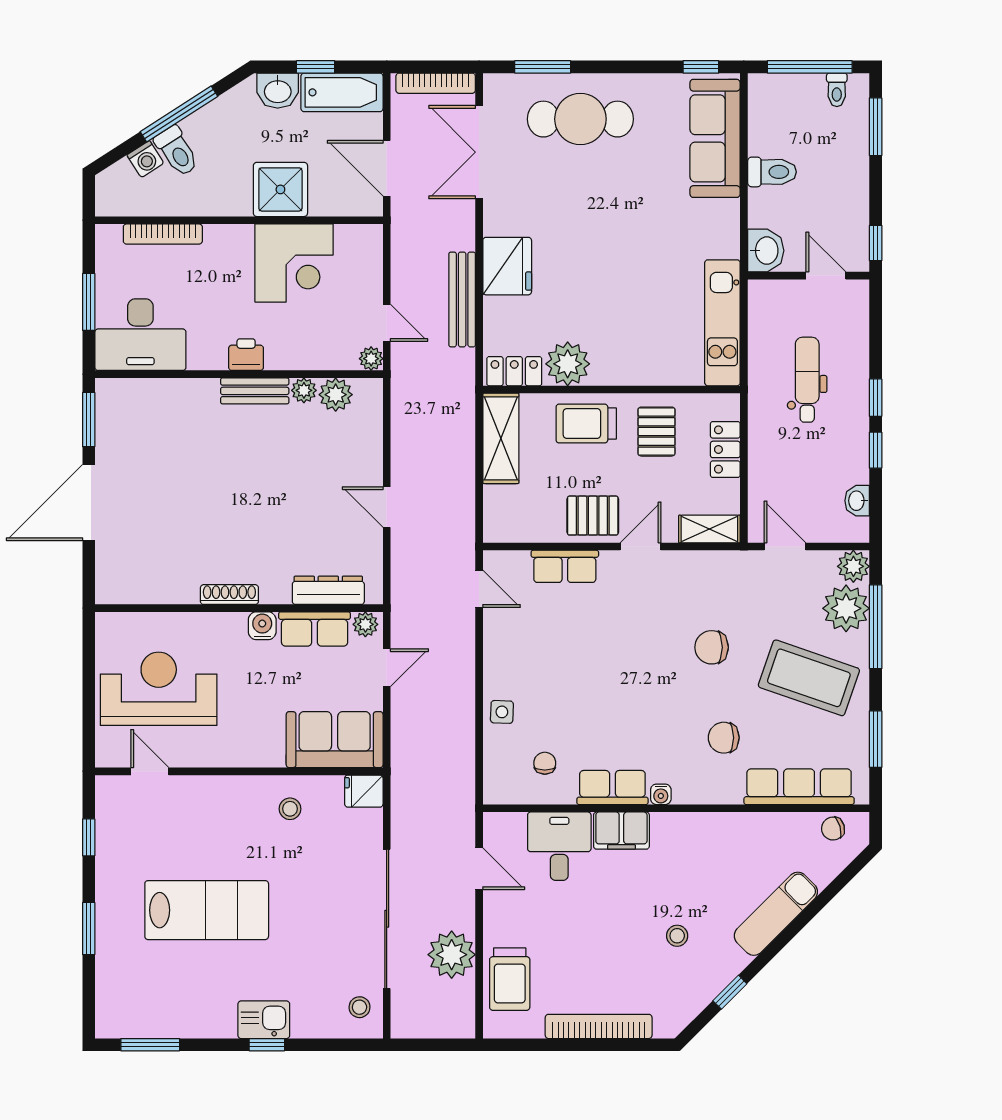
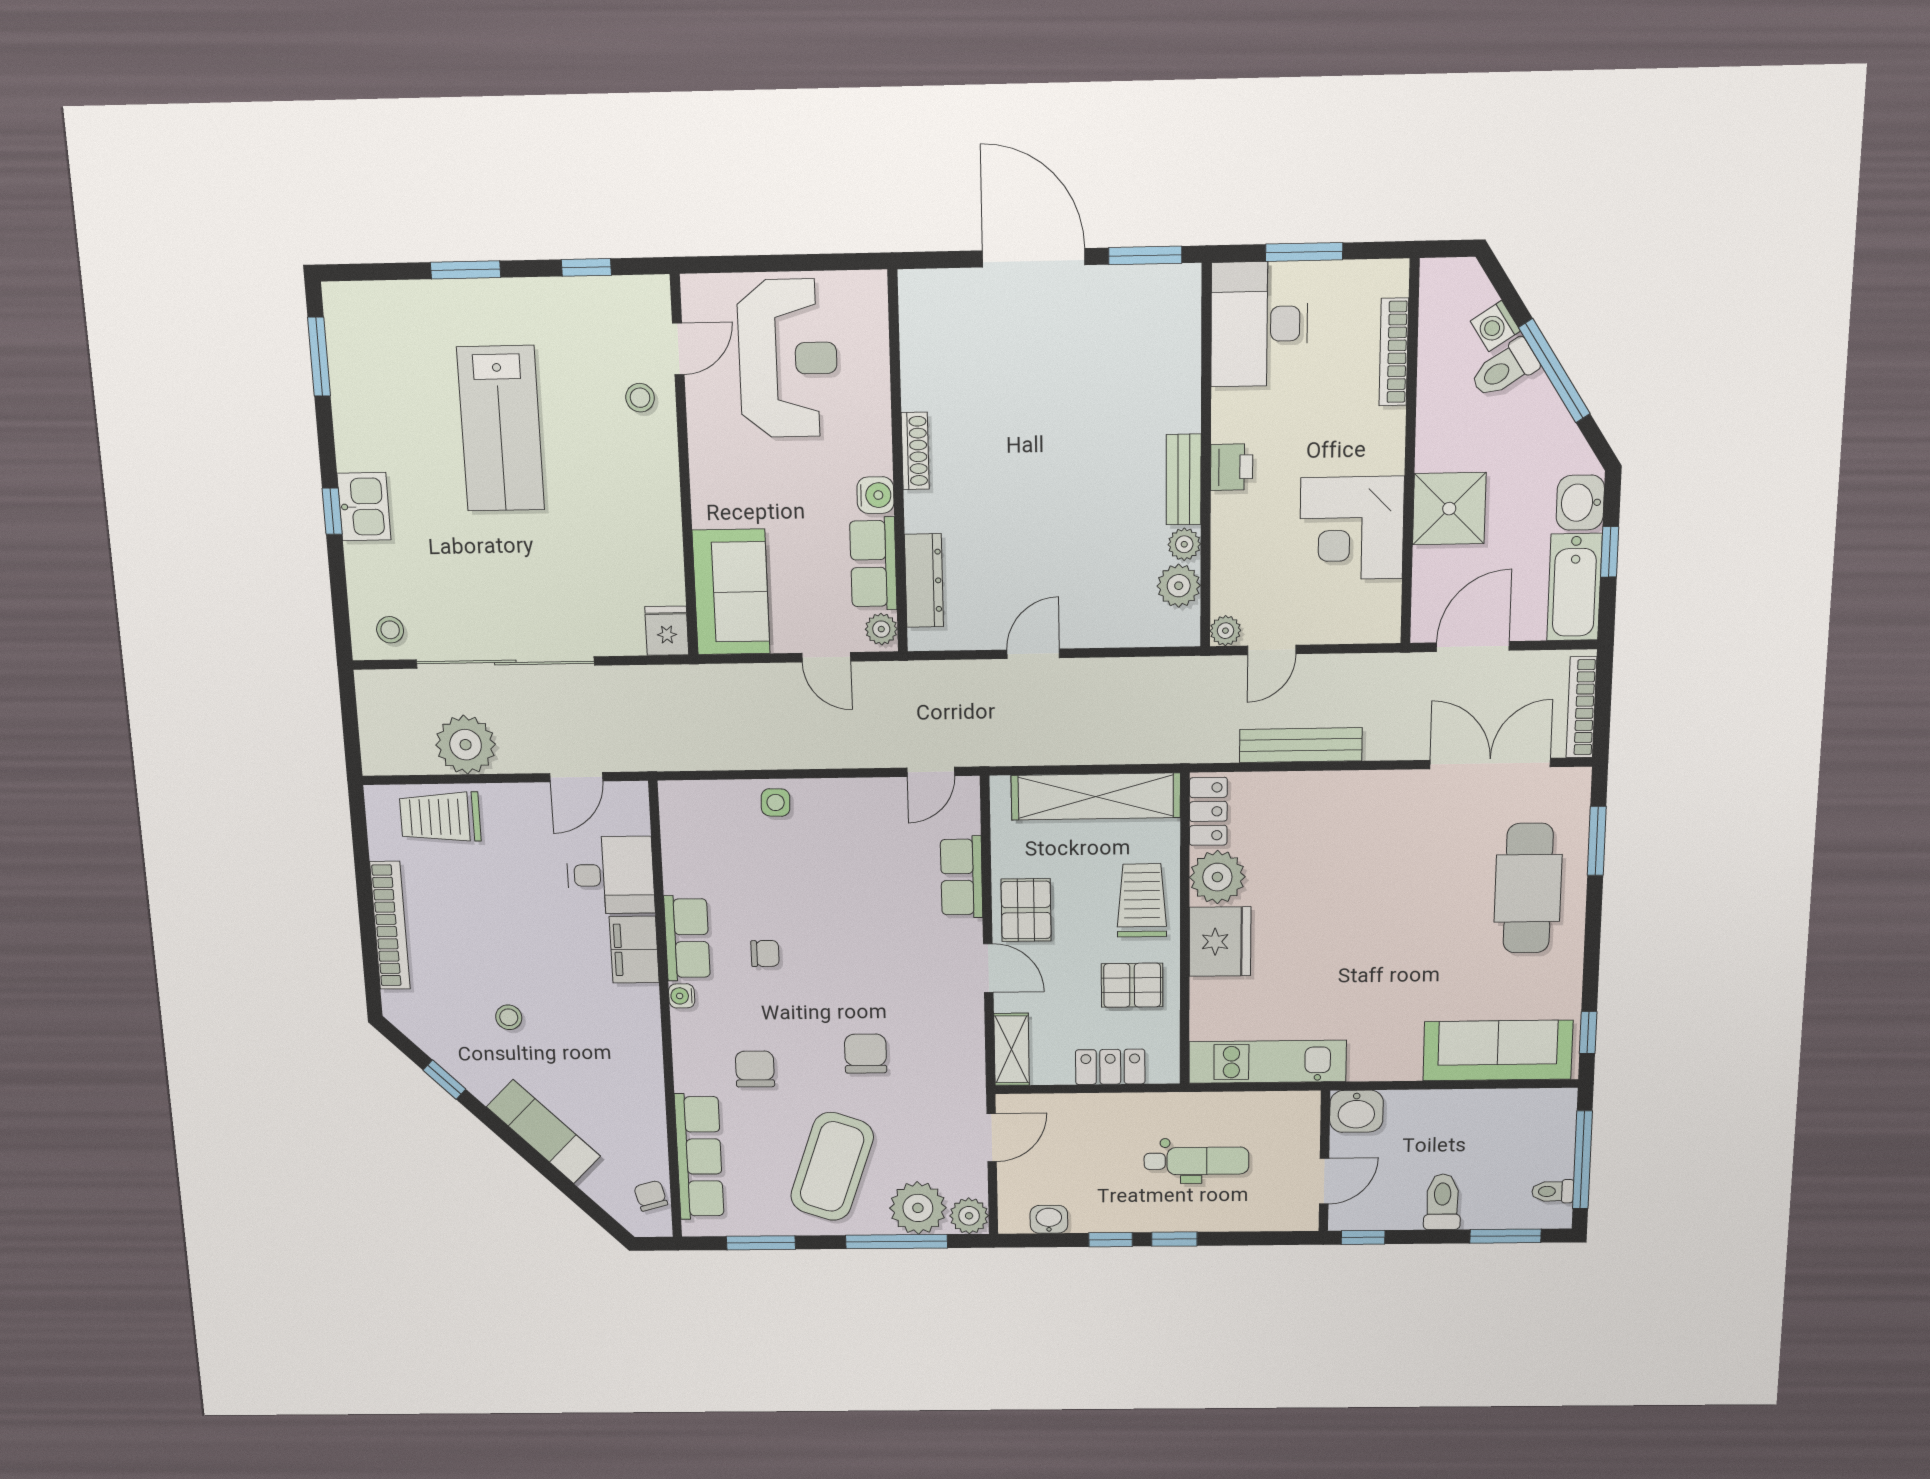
toilet: (772, 172) -> (1442, 1202), moved, turned 180
fridge: (507, 266) -> (1220, 942), moved, turned -90
shelving: (501, 438) -> (1096, 796), width x1.47
chair: (545, 763) -> (765, 953), moved
stool: (290, 809) -> (640, 398), moved

